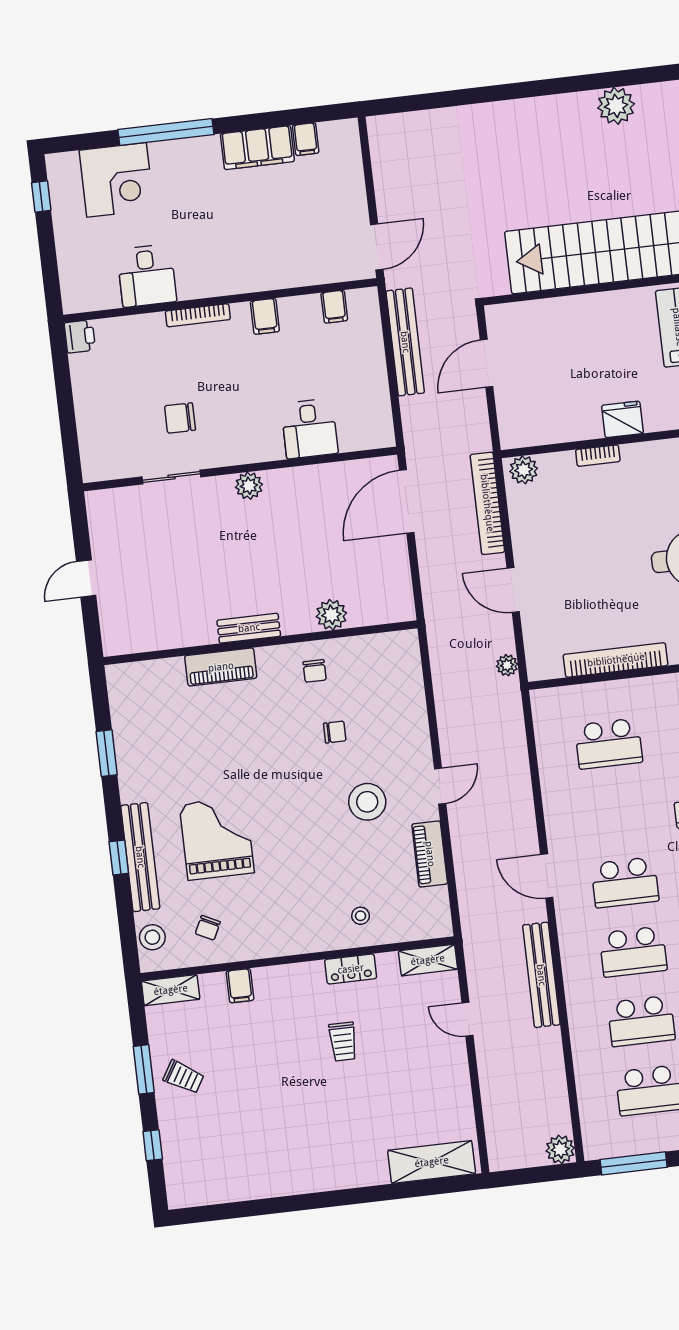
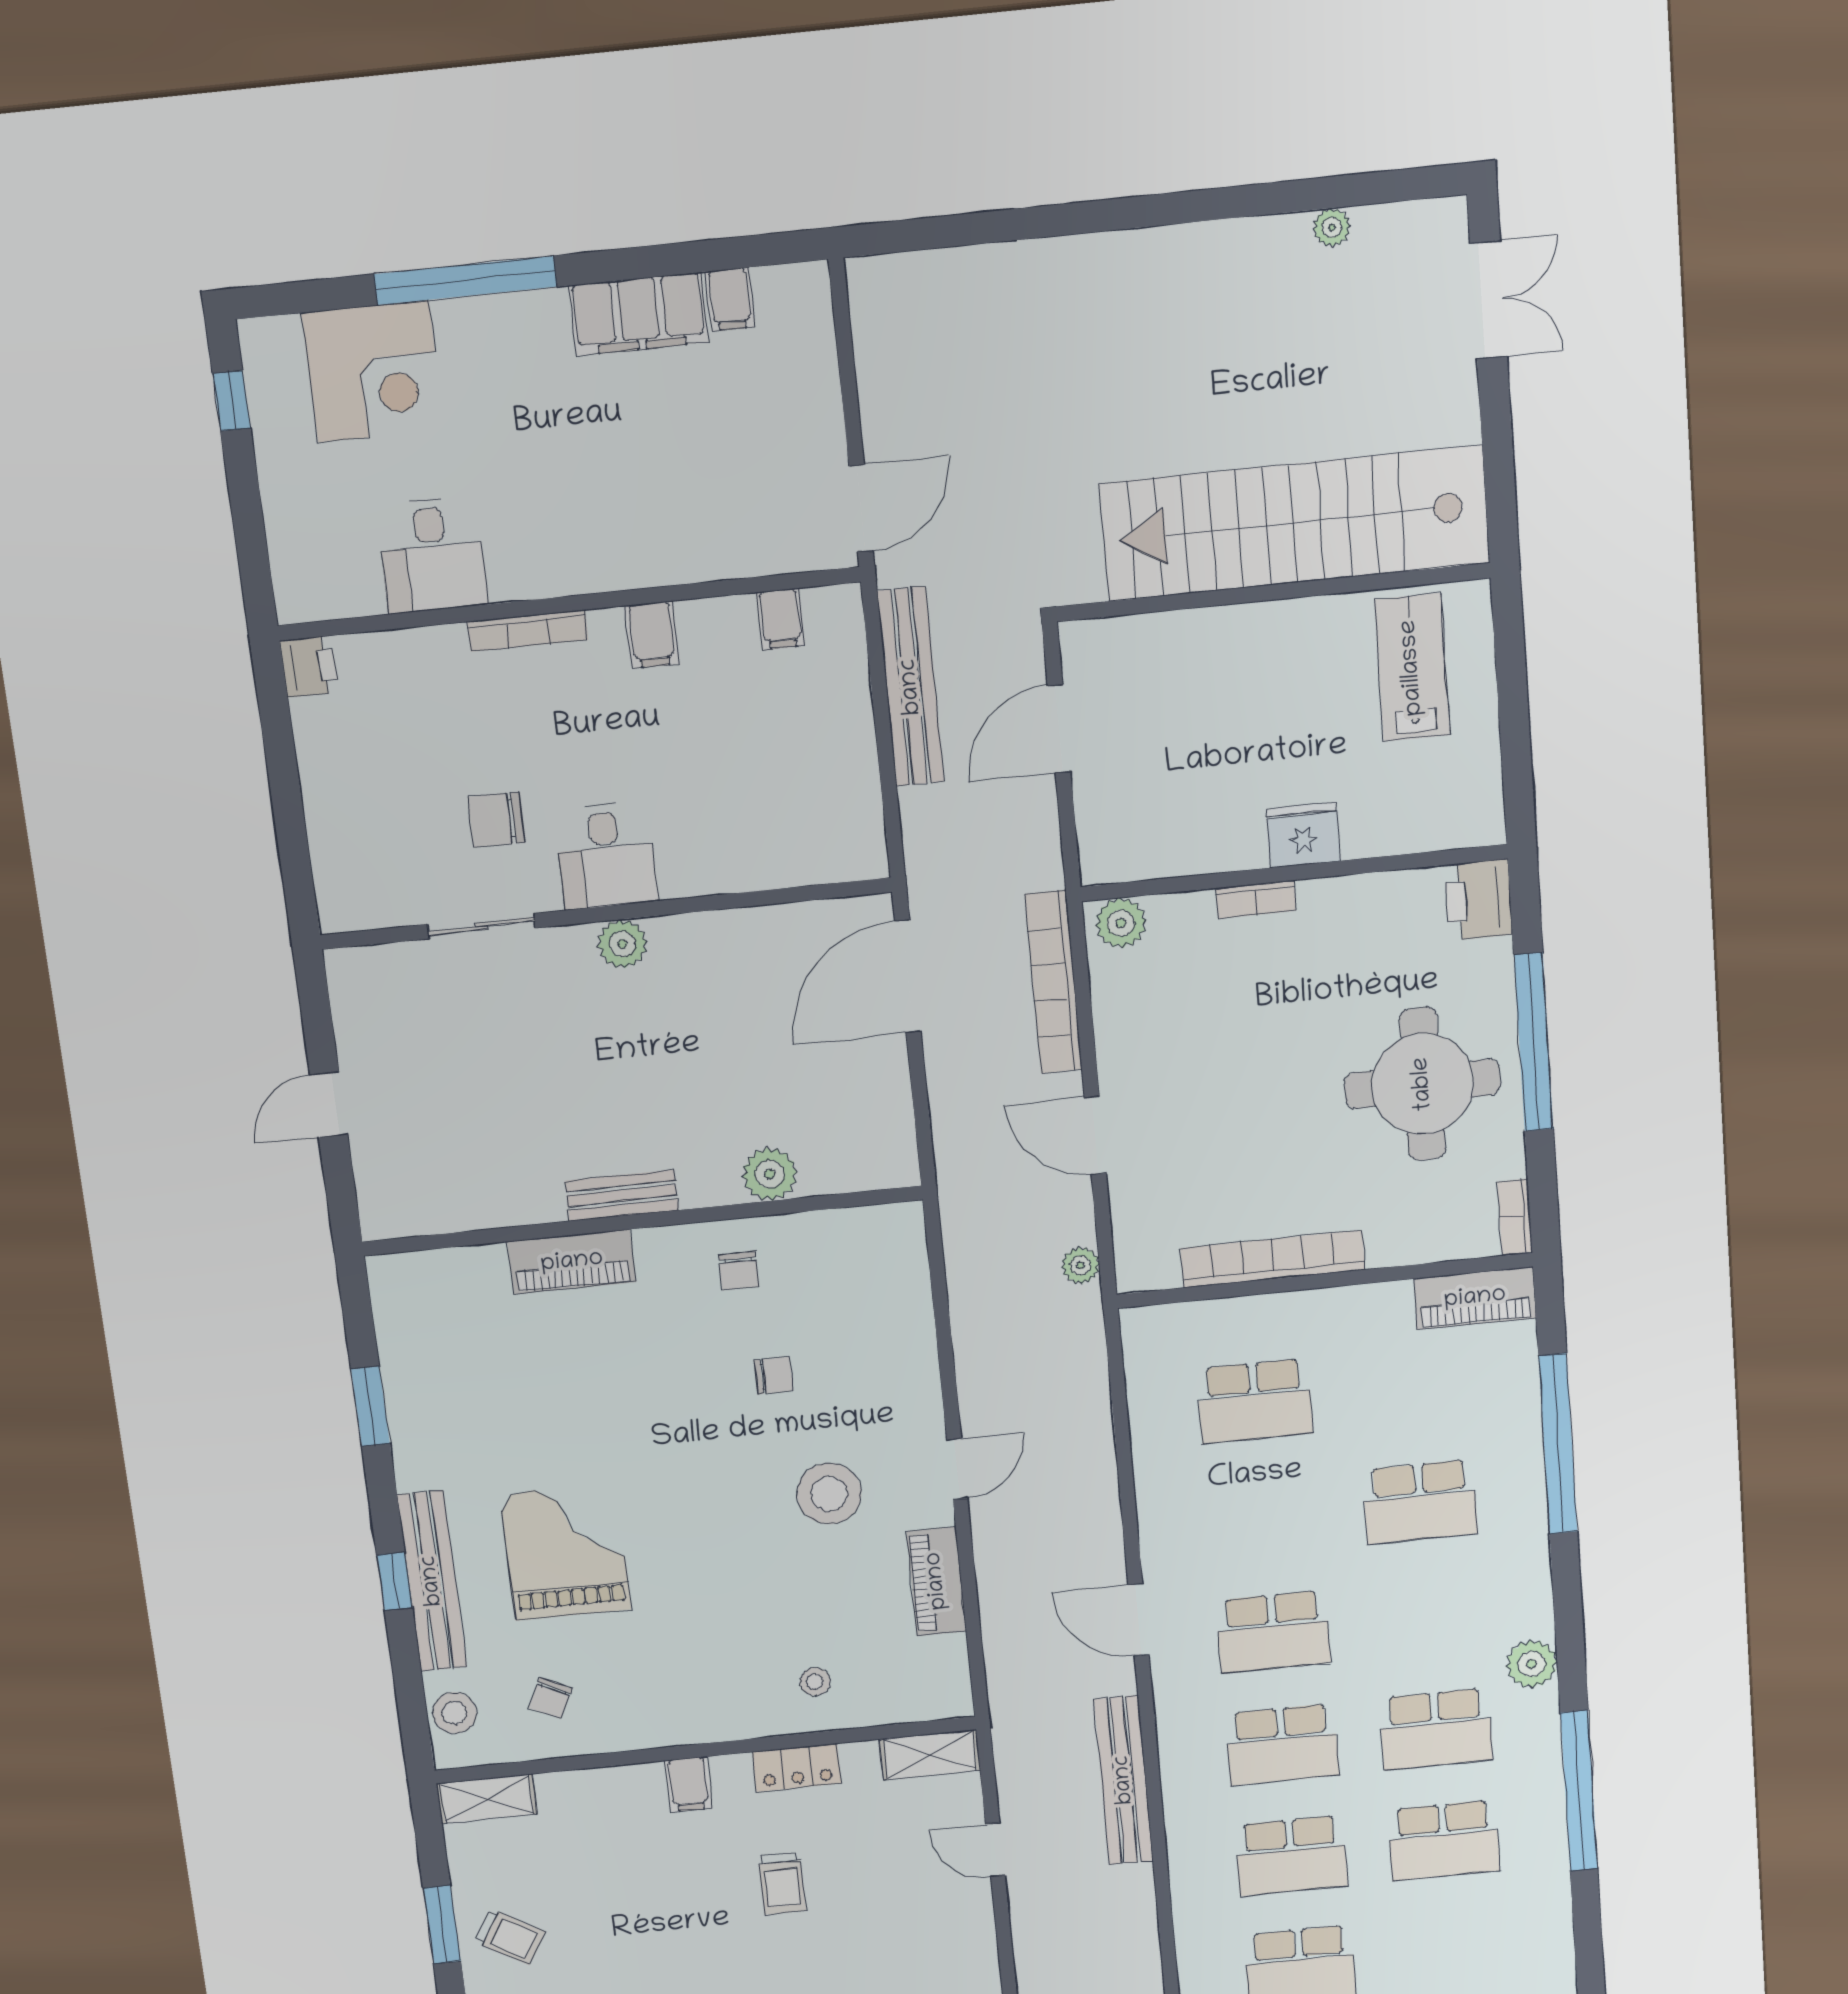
plant: (616, 106) -> (1332, 227), width x0.53, depth x0.53
desk: (309, 429) -> (606, 856), moved
filing cabinet: (240, 986) -> (689, 1784), moved

